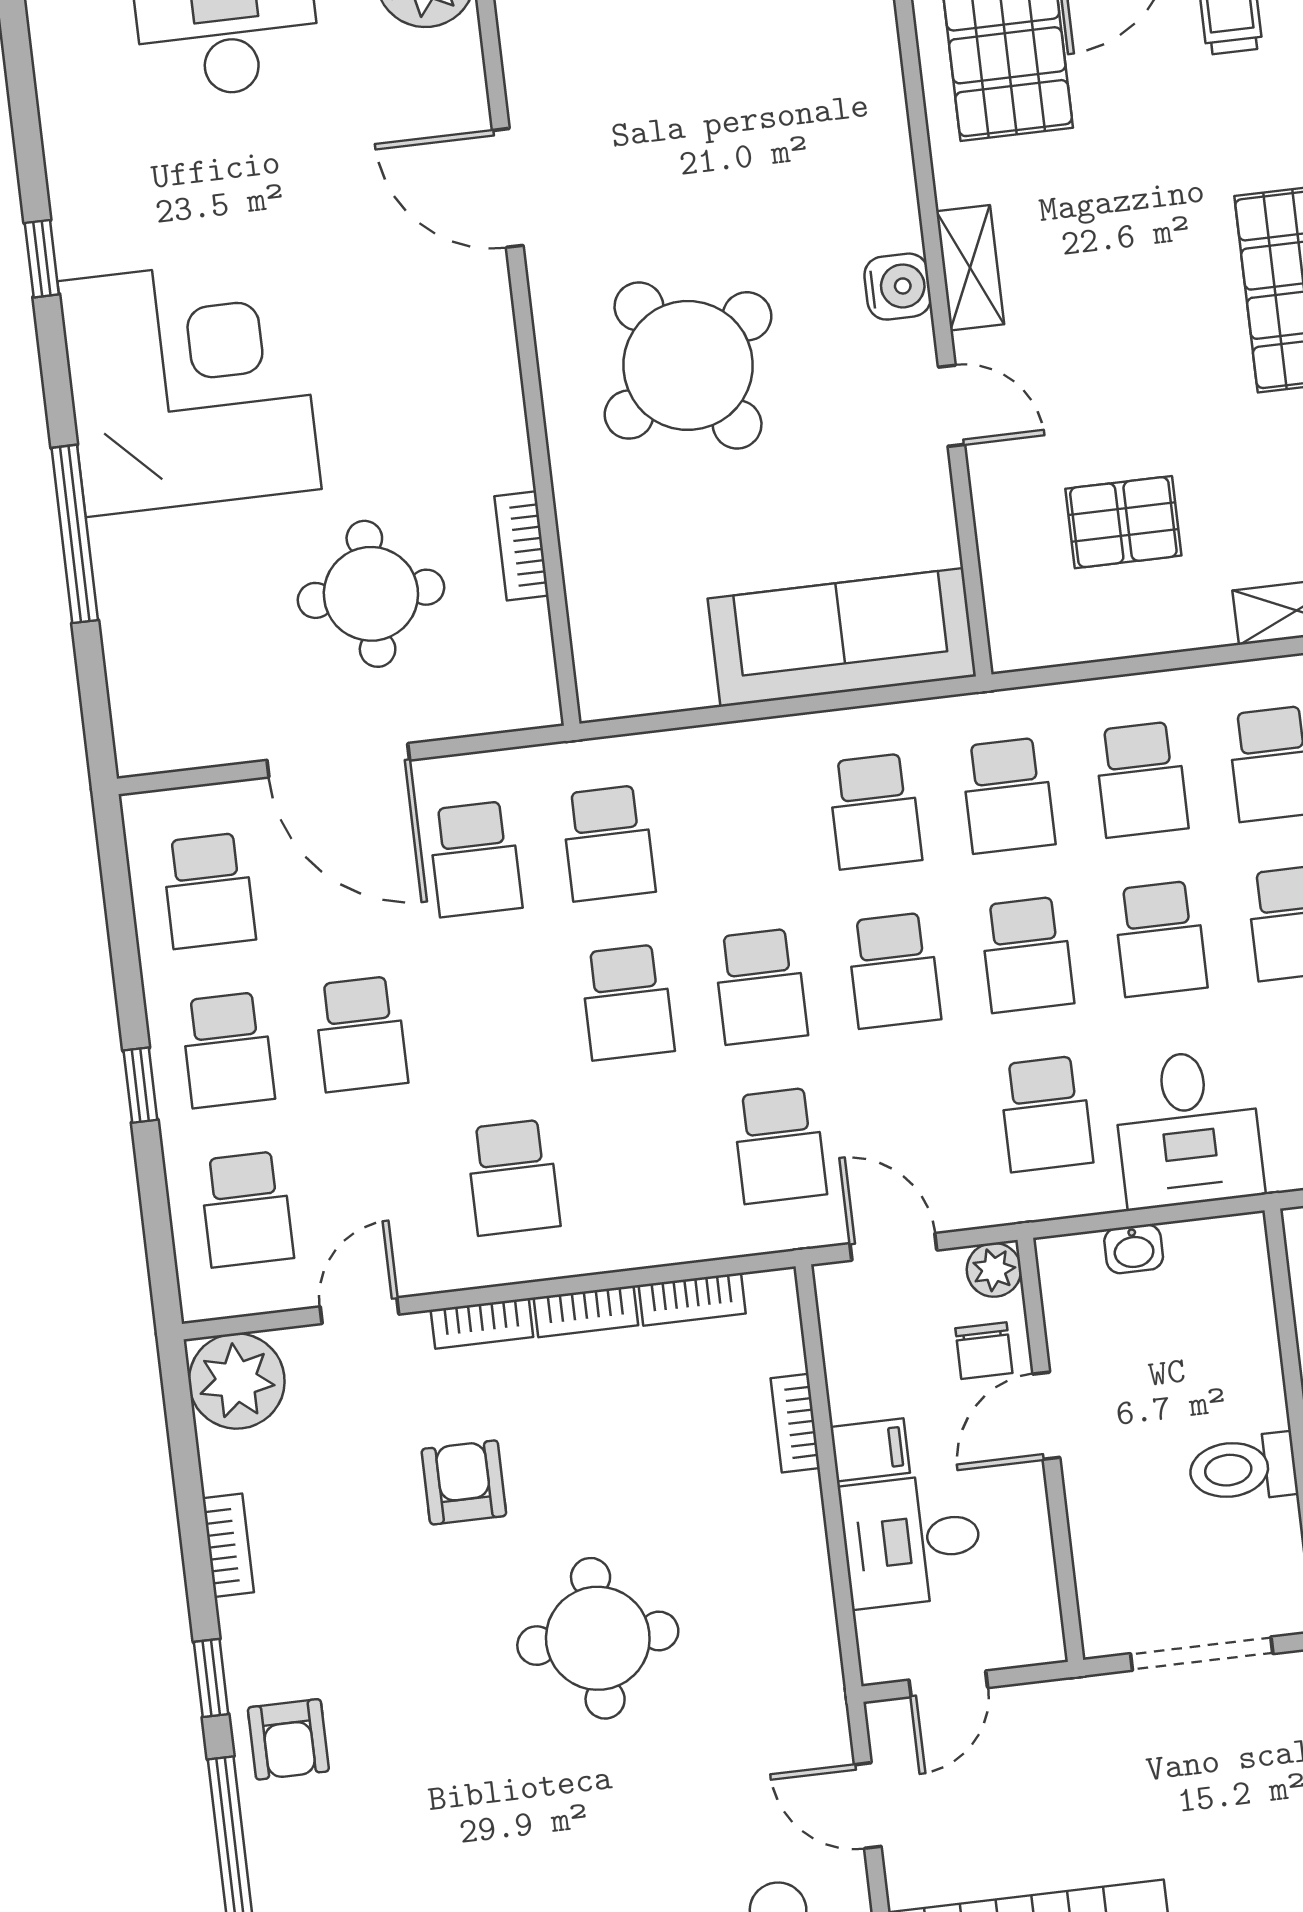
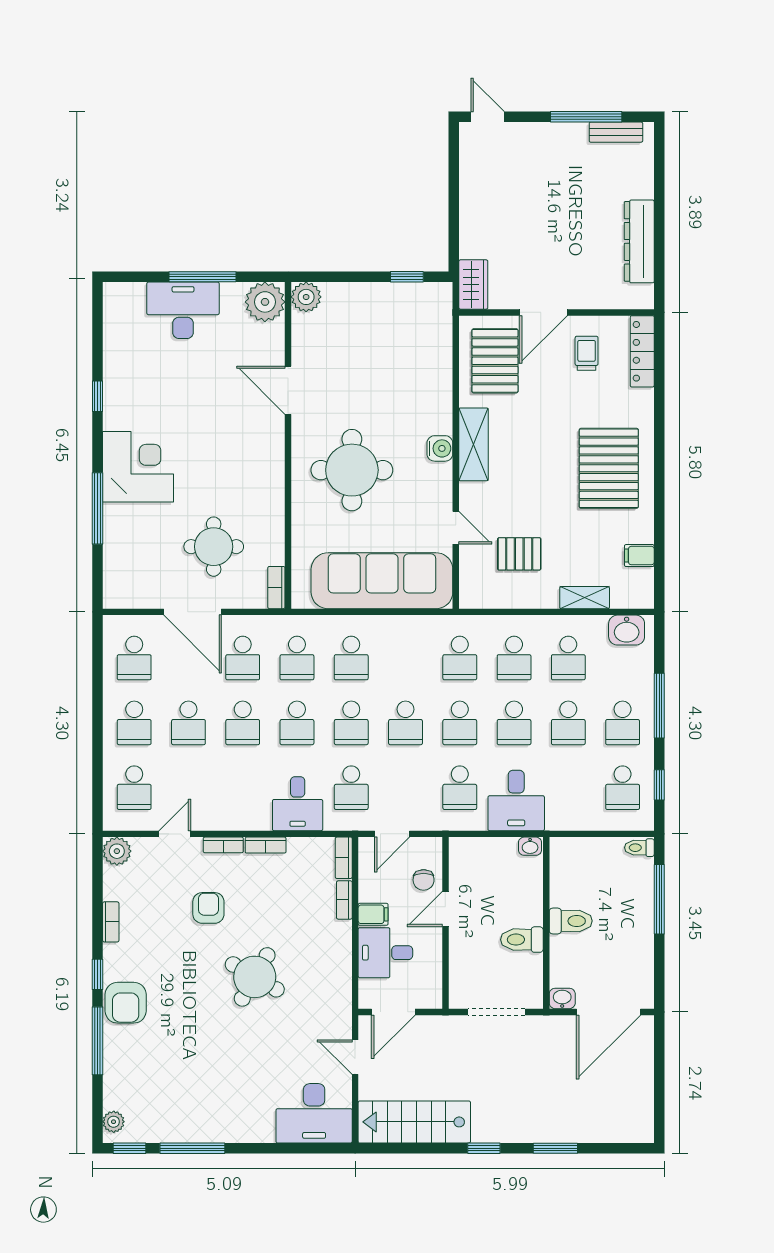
shelving: (970, 268) -> (474, 444), width x1.50, depth x1.33
round table: (688, 365) -> (352, 470), turned 33
corner desk: (190, 385) -> (138, 467), width x0.74, depth x0.74
door: (952, 406) -> (456, 528), moved
bookcase: (522, 546) -> (276, 588), moved
sofa: (842, 637) -> (382, 581), width x1.36, depth x1.27
school desk: (875, 811) -> (351, 658), moved
window: (140, 1085) -> (98, 733), removed
school desk: (513, 1177) -> (243, 723), moved
desk: (652, 1201) -> (298, 804), added
door: (893, 1247) -> (392, 834), swing flipped
washbasin: (1134, 1249) -> (530, 846), moved
plant: (994, 1270) -> (431, 848), removed
bookcase: (692, 1299) -> (344, 858), moved, turned 90
plant: (237, 1381) -> (117, 851), width x0.73, depth x0.73
round table: (598, 1638) -> (255, 977), turned 30
door: (948, 1684) -> (393, 1012), width x1.38
armchair: (288, 1739) -> (126, 1003), width x1.38, depth x1.38

